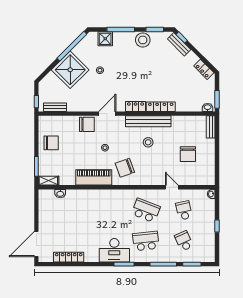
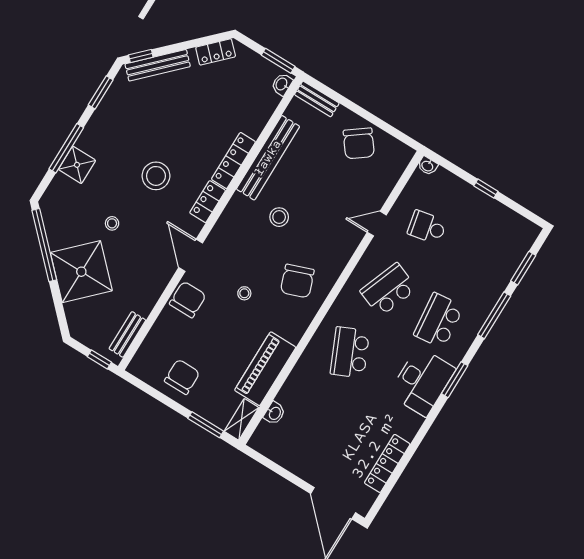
shower: (105, 39) -> (77, 165), moved
stool: (143, 40) -> (156, 176), moved
bench: (179, 44) -> (158, 65), width x1.36
bench: (148, 121) -> (268, 158), moved
chair: (188, 154) -> (359, 143), moved, turned 53
piano: (94, 177) -> (265, 369), moved
school desk: (184, 241) -> (350, 352), moved, width x1.85

